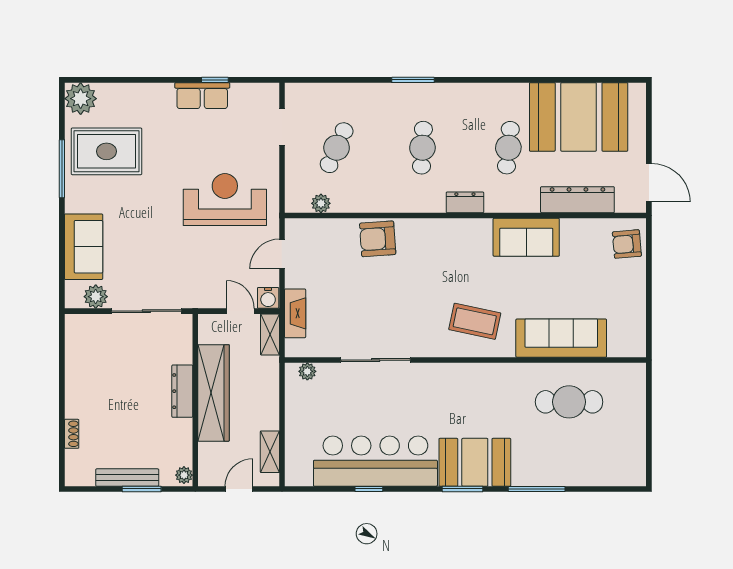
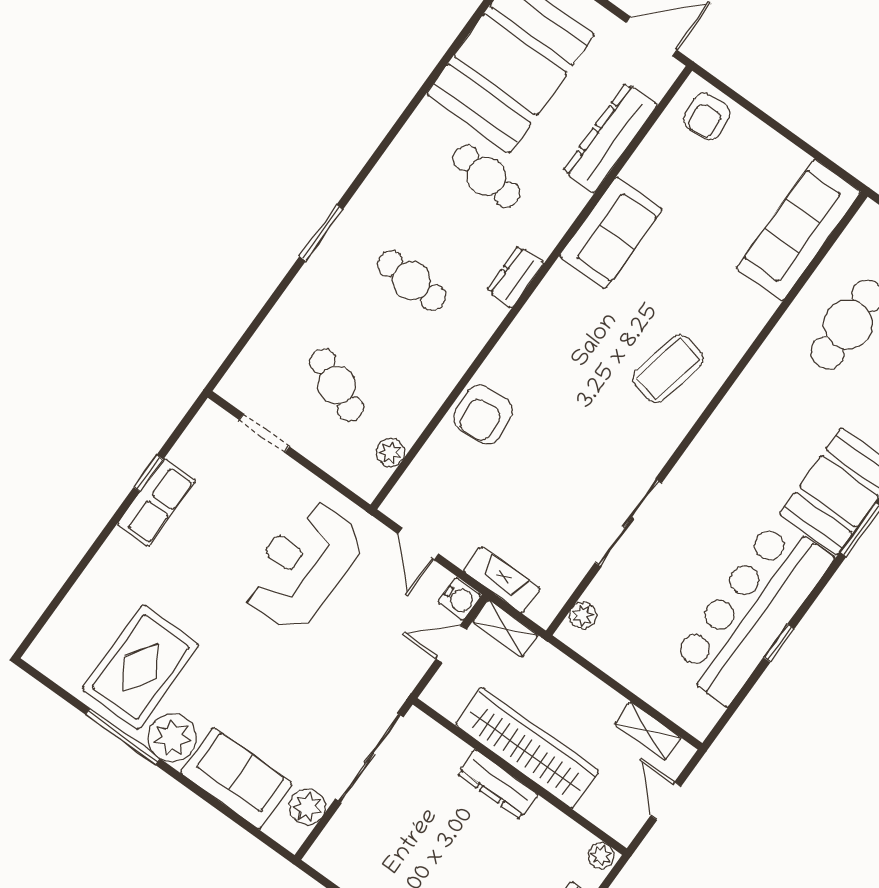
plant: (81, 99) -> (172, 738), moved
sofa: (561, 338) -> (798, 230), moved

